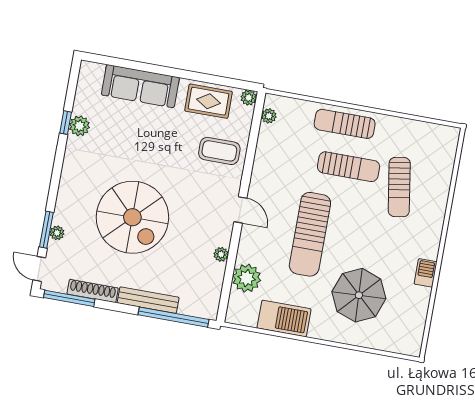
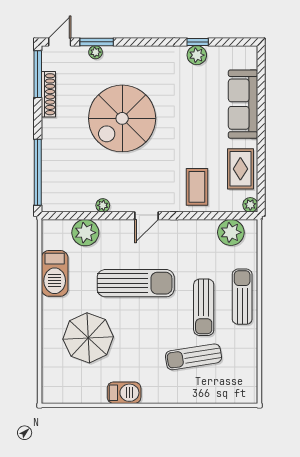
plant: (269, 116) -> (231, 232), width x1.88, depth x1.88
sun lounger: (310, 234) -> (136, 283), turned 180
barbecue: (426, 273) -> (124, 393), width x1.38, depth x1.27
bench: (148, 300) -> (49, 146), removed

